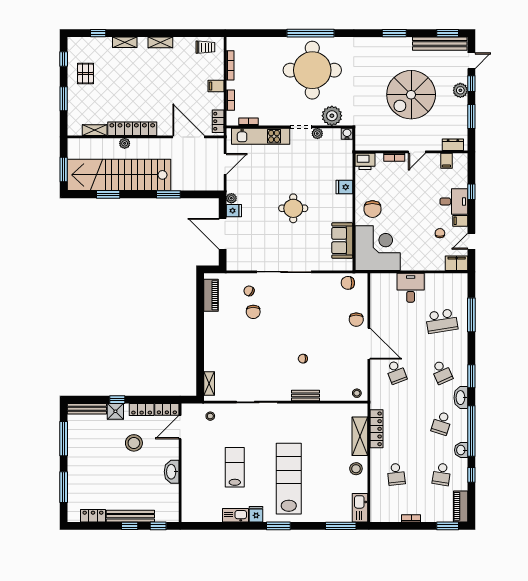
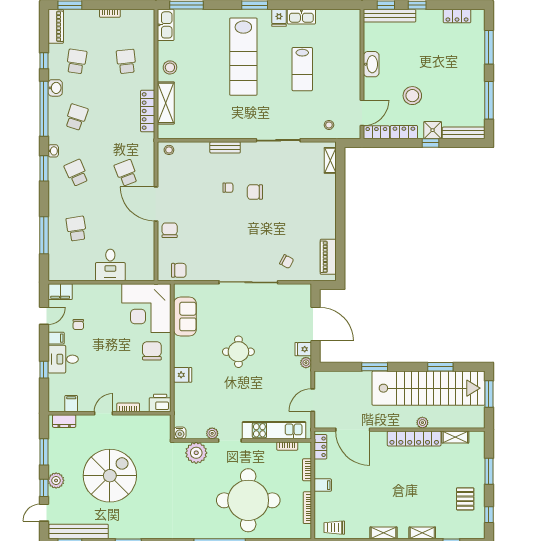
round table: (312, 70) -> (248, 500), moved
chair: (253, 312) -> (255, 192), moved, turned -90
school desk: (442, 321) -> (76, 229), width x0.54
washbasin: (461, 398) -> (53, 151), width x0.52, depth x0.69
bench: (130, 516) -> (389, 16), moved

